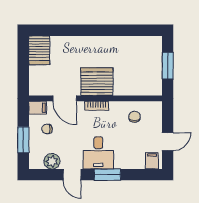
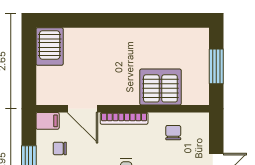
server rack: (97, 82) -> (160, 87), moved
bookcase: (97, 106) -> (124, 118), width x1.56

